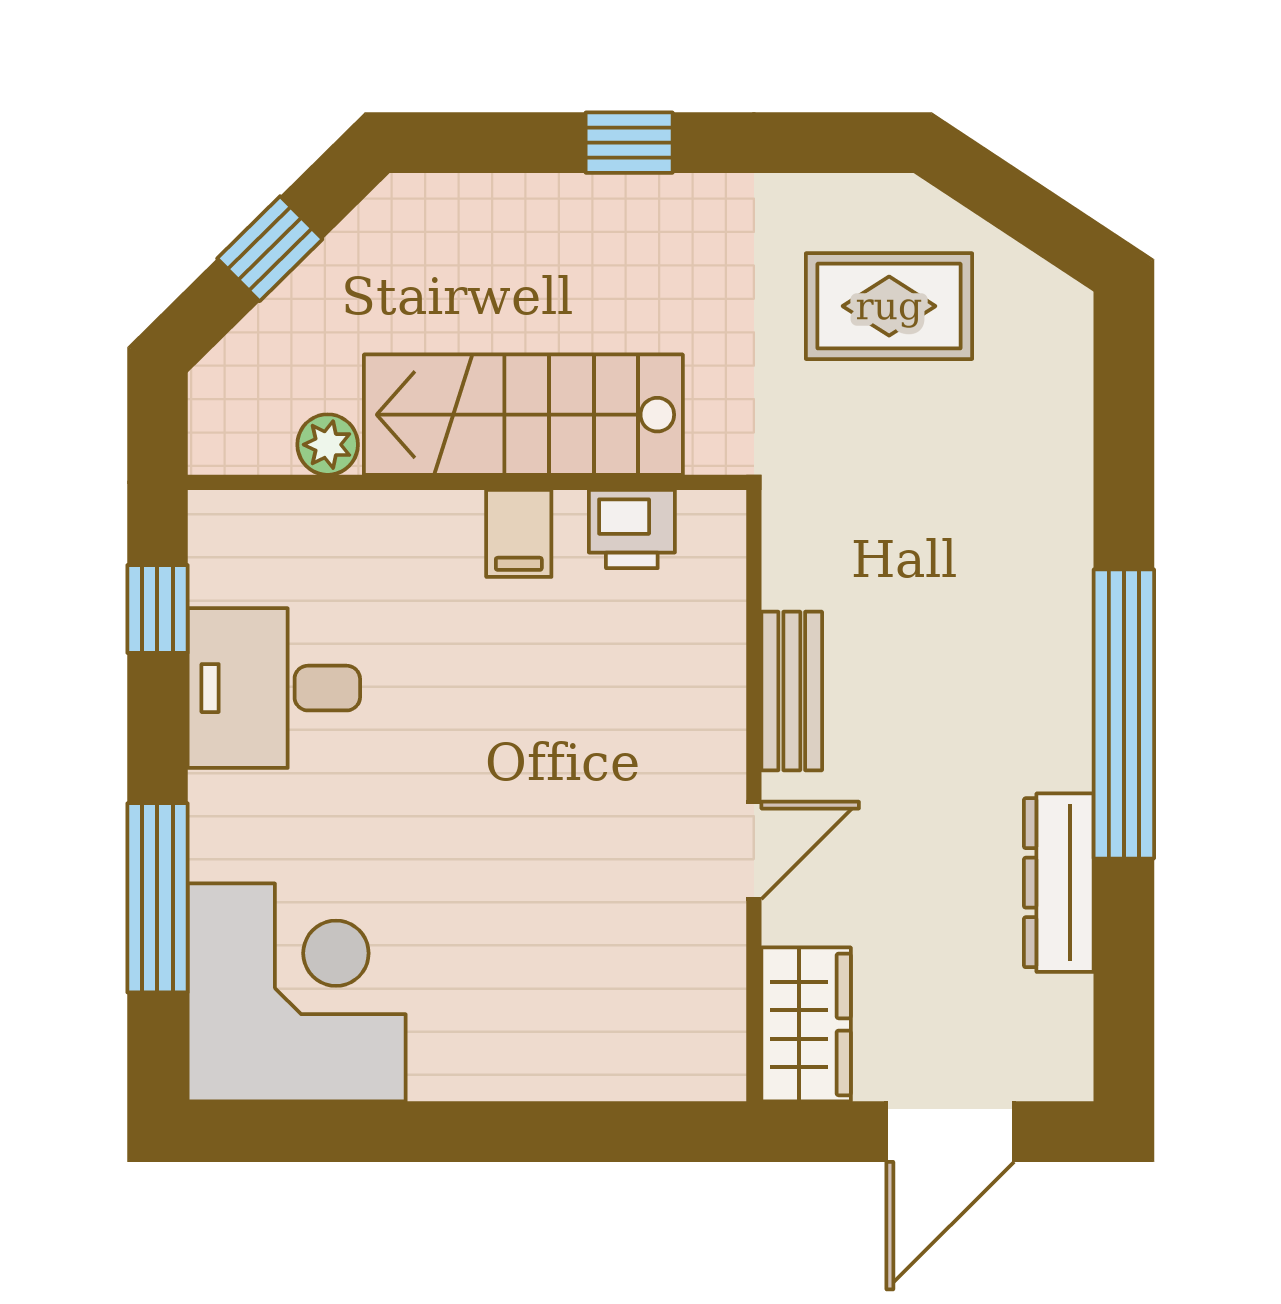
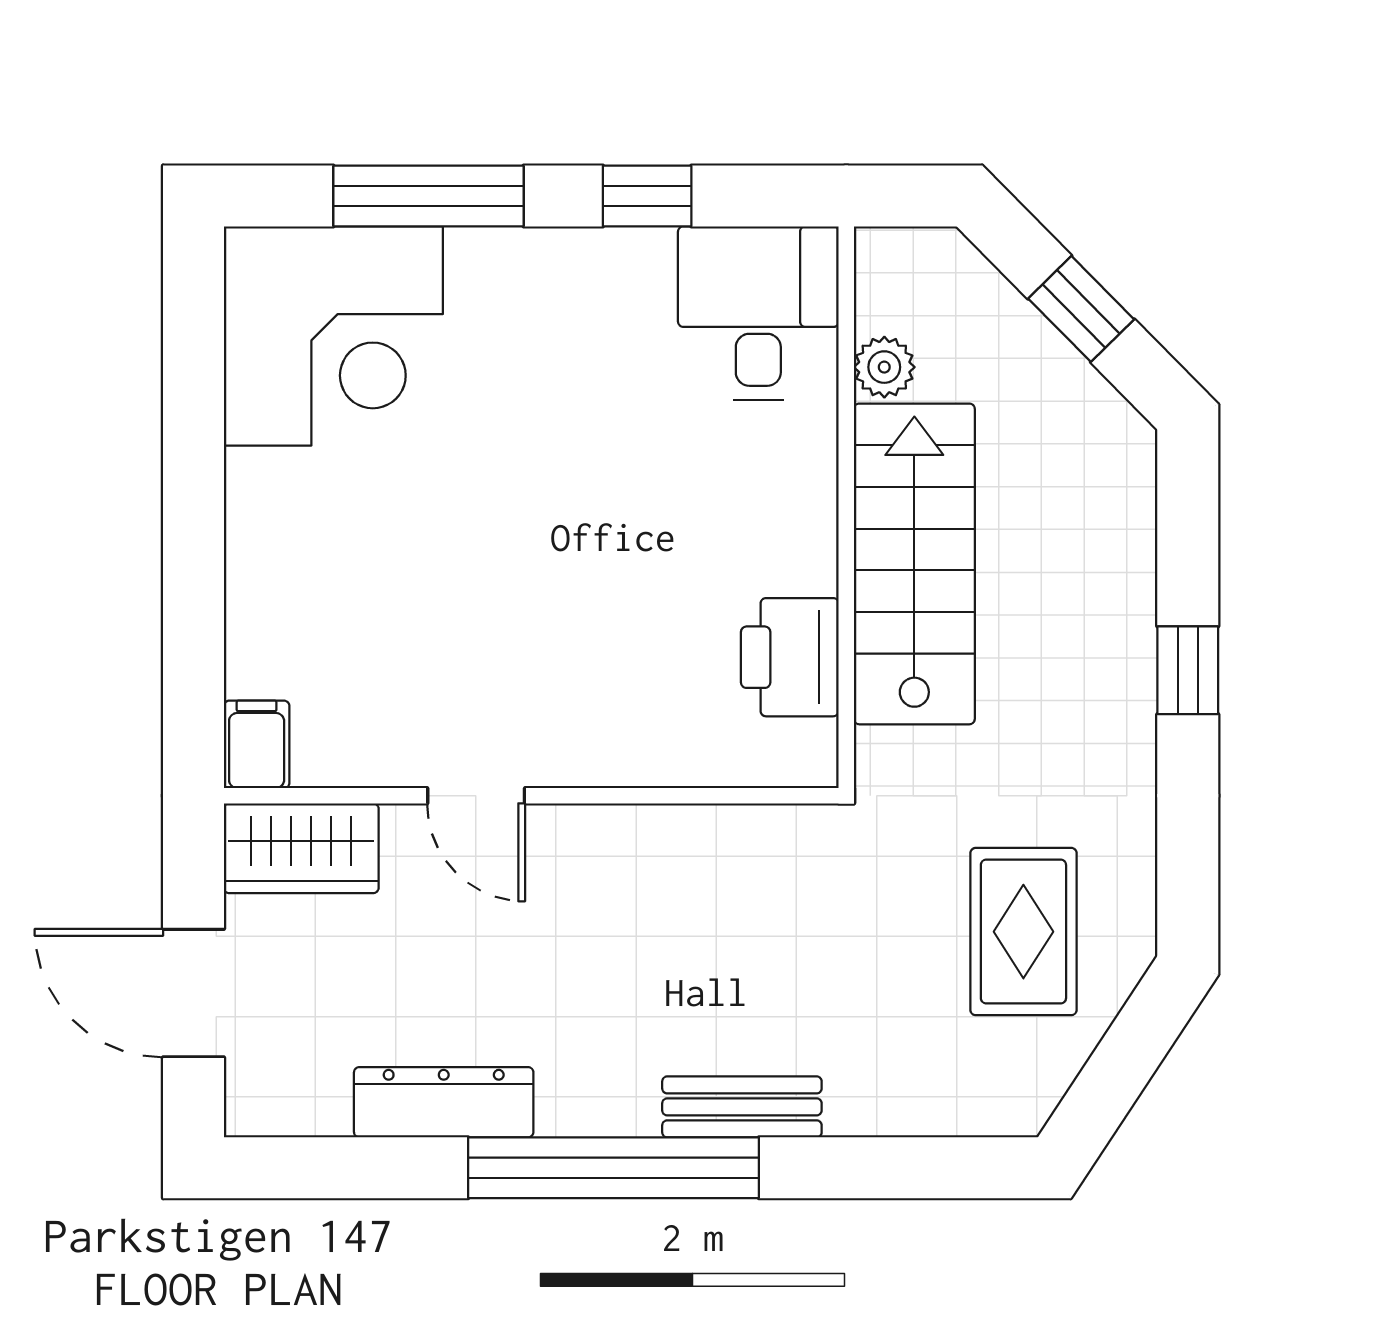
printer: (632, 529) -> (790, 657), width x1.36, depth x1.24
filing cabinet: (519, 533) -> (257, 744), moved, turned 90
window: (157, 609) -> (647, 196), moved
desk: (274, 688) -> (758, 313), moved
bench: (792, 691) -> (742, 1107), moved

